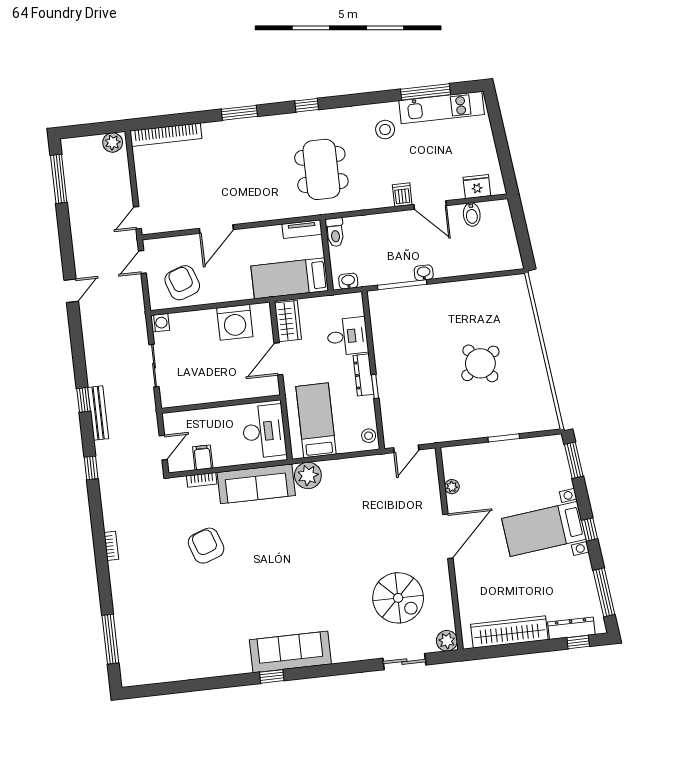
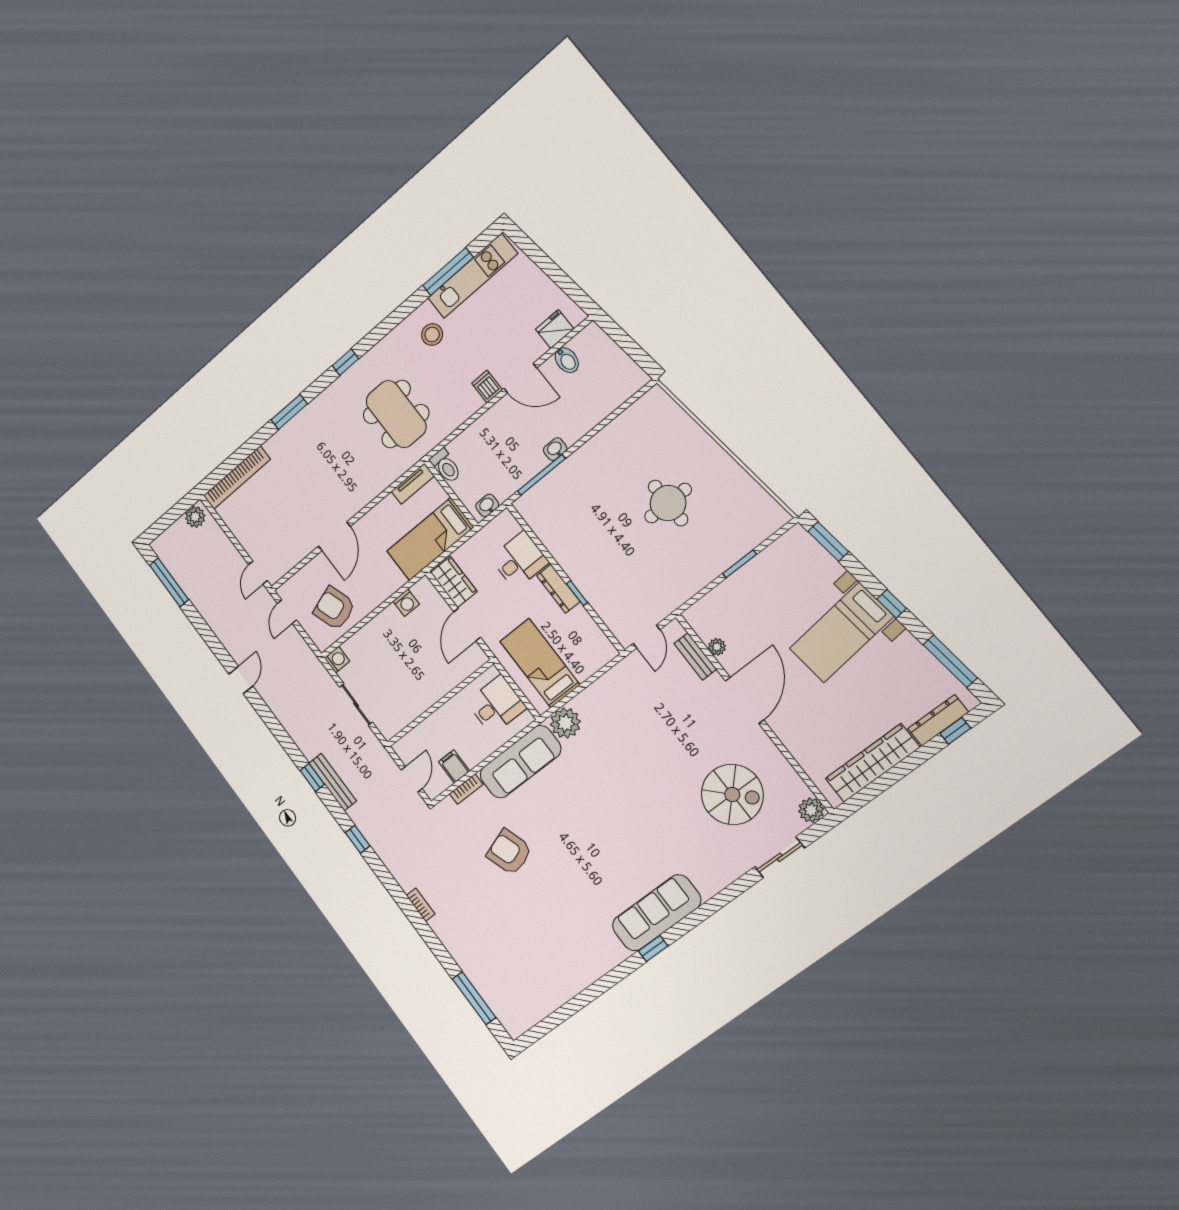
washing machine: (235, 322) -> (406, 603), width x0.53, depth x0.53
round table: (480, 363) -> (668, 503), turned 36
desk: (264, 431) -> (496, 705), width x0.73
stool: (369, 436) -> (601, 646), removed
bench: (432, 484) -> (695, 656), added

